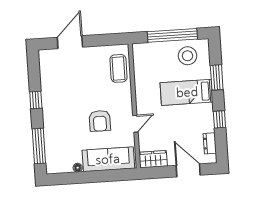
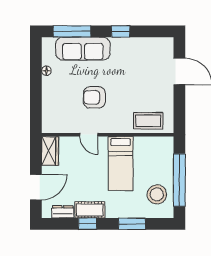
bed: (187, 92) -> (121, 164), moved, turned 180
cot: (206, 118) -> (90, 210), added
sofa: (108, 159) -> (83, 49), moved, turned 90

